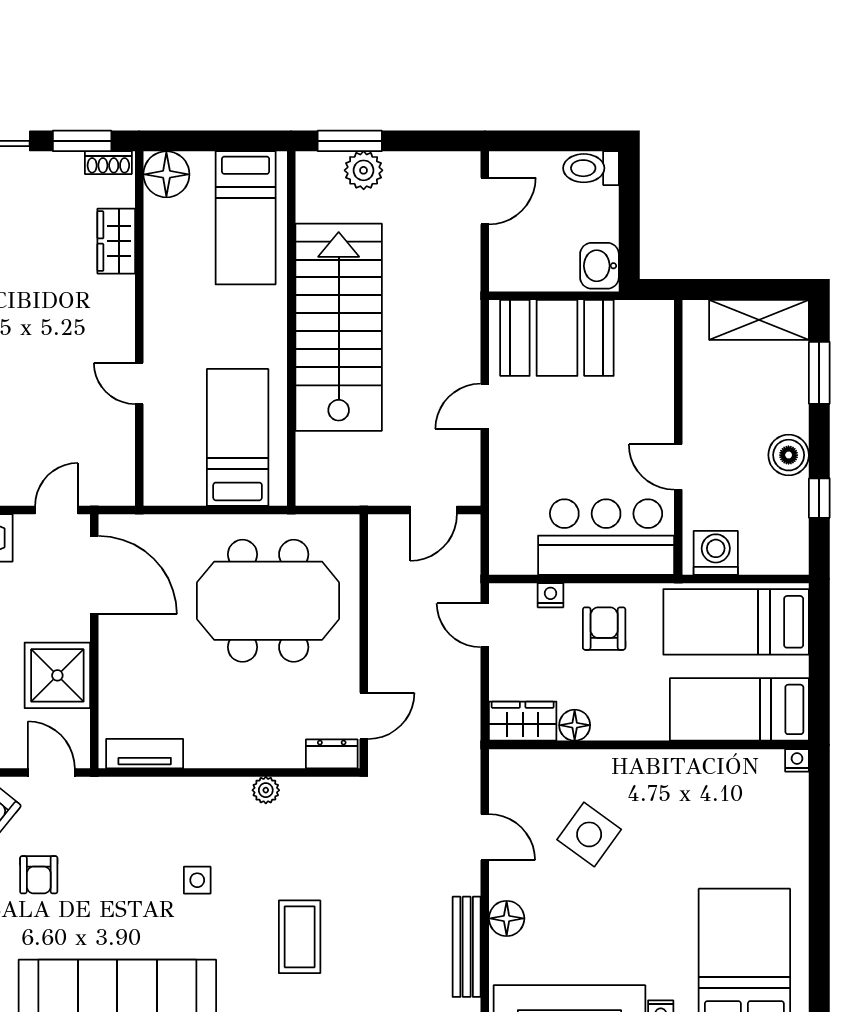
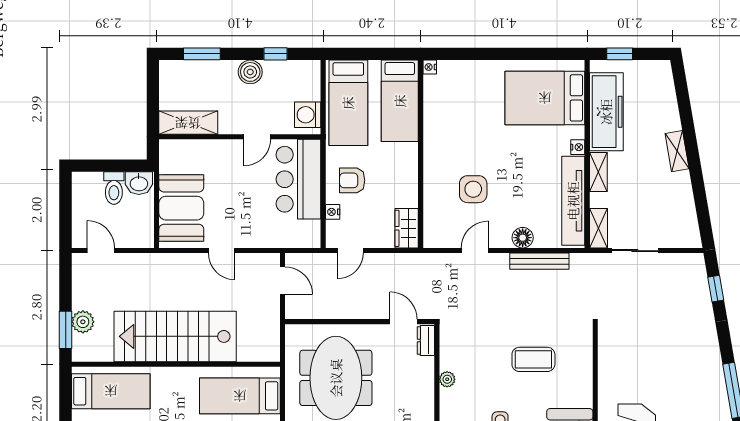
toilet: (591, 168) -> (114, 188), moved
shelving: (759, 320) -> (188, 123), moved, turned 90
floor lamp: (575, 725) -> (409, 198), removed
side table: (589, 834) -> (473, 189), turned -36

